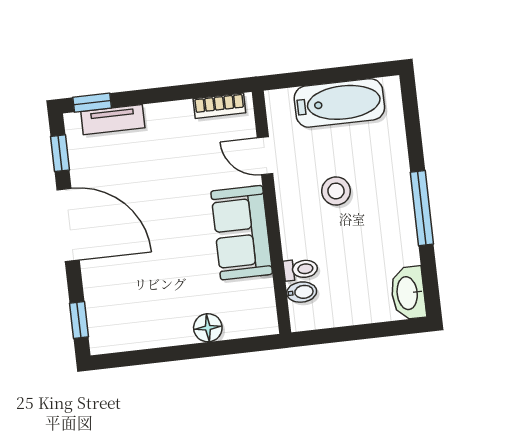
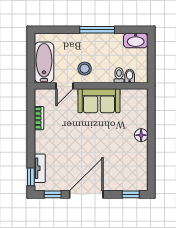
door: (265, 156) -> (65, 86), moved
wall: (271, 212) -> (91, 86), moved
sofa: (242, 233) -> (99, 101), moved
toilet: (301, 269) -> (119, 75), moved
bidet: (302, 292) -> (130, 76), moved

